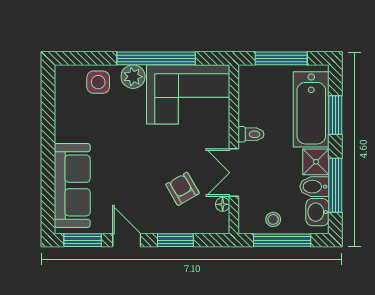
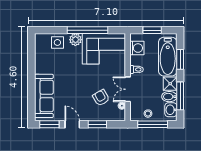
window: (281, 58) -> (152, 30), width x0.69
washing machine: (252, 93) -> (137, 48), added

